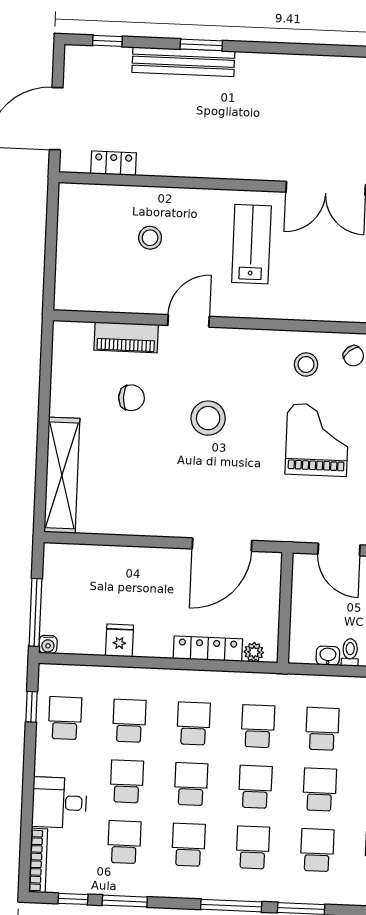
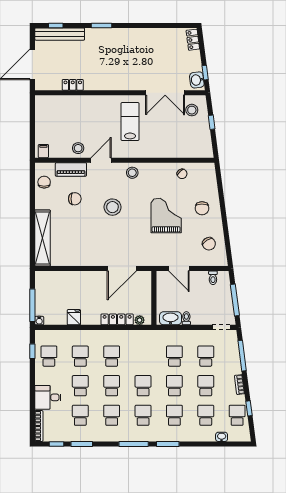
bench: (183, 62) -> (60, 34), moved
locker: (114, 163) -> (73, 85), moved
stool: (150, 238) -> (78, 148), moved
filing cabinet: (71, 297) -> (43, 151), added
chair: (70, 361) -> (44, 182), added
stool: (306, 364) -> (132, 173), moved
washbasin: (328, 656) -> (170, 318), width x1.91, depth x1.45
school desk: (258, 726) -> (143, 356), removed

